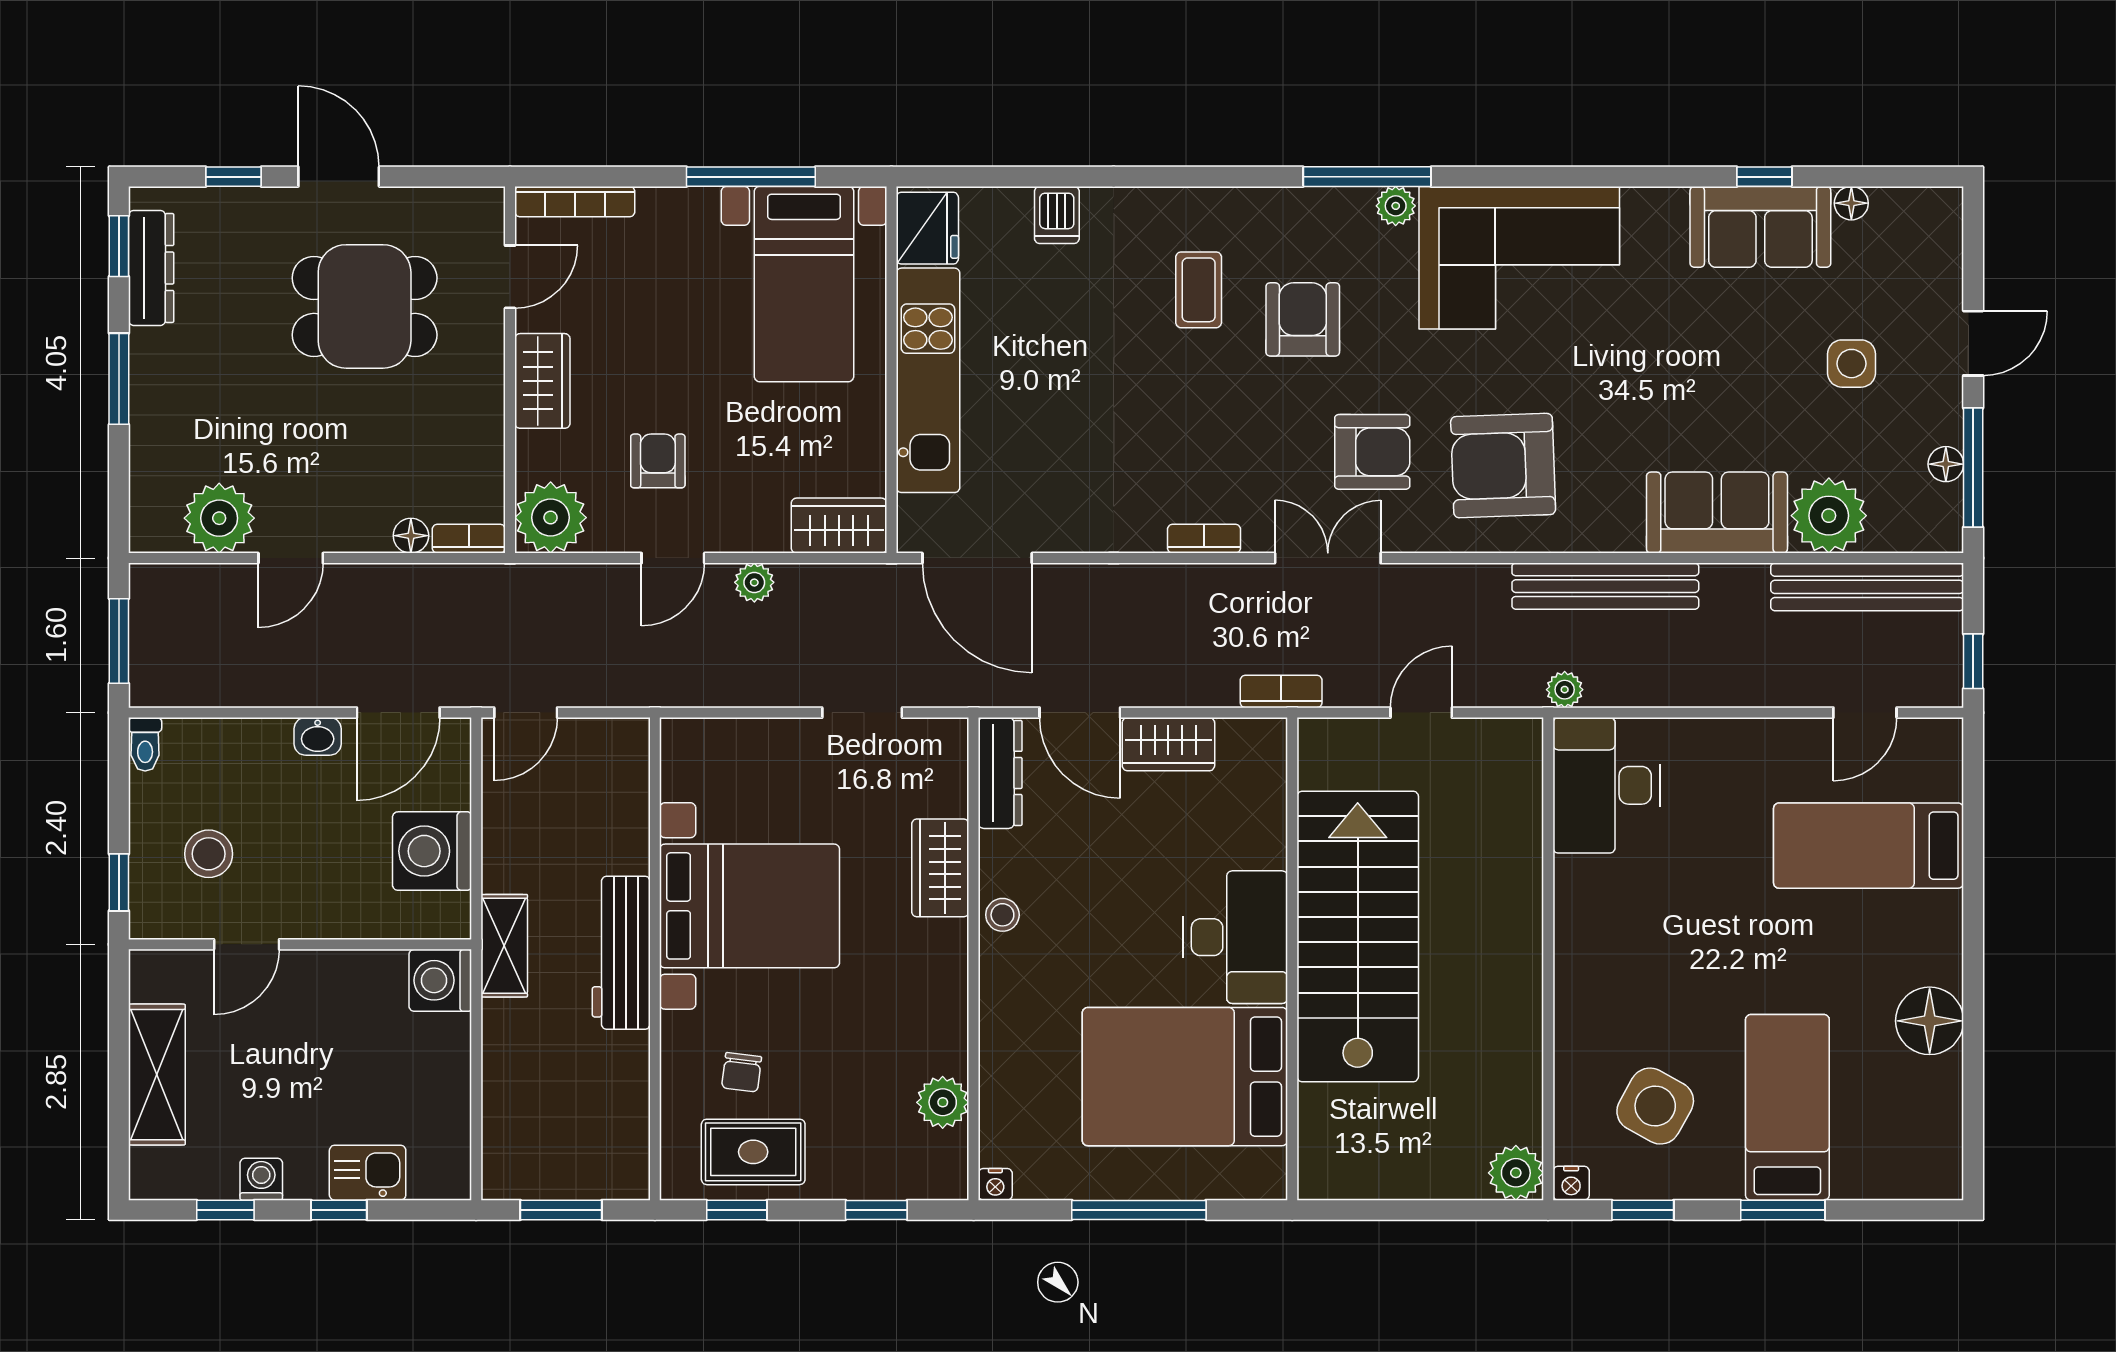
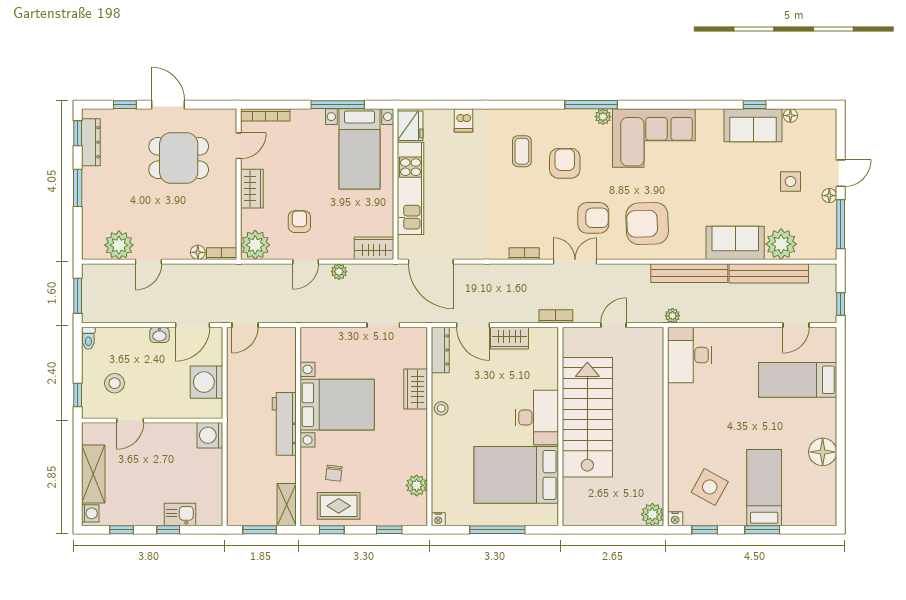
floor lamp: (1946, 464) -> (829, 196), moved
bench: (1867, 587) -> (769, 273), moved
shelving: (504, 946) -> (287, 505), moved
washing machine: (261, 1179) -> (90, 513), moved, turned 90

